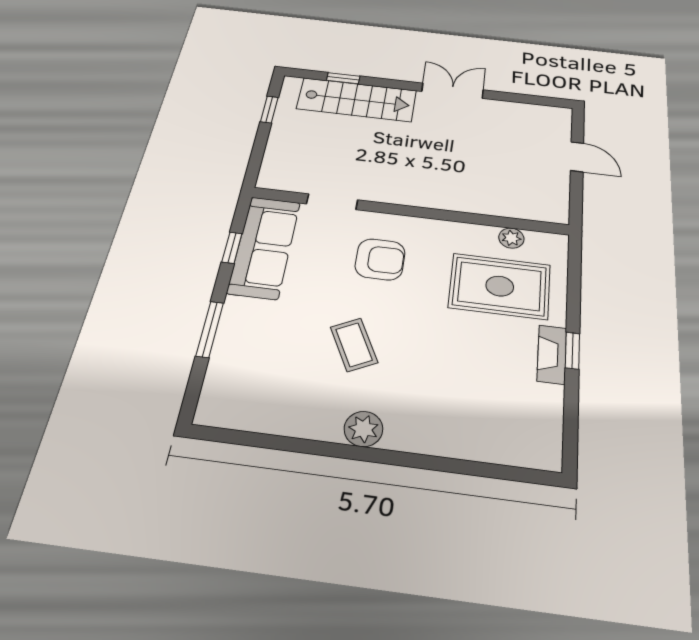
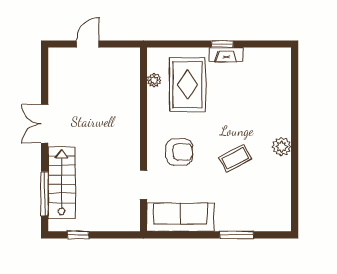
window: (343, 78) -> (45, 194), width x2.17
window: (232, 248) -> (184, 235), removed
armchair: (380, 259) -> (179, 152), turned 90

